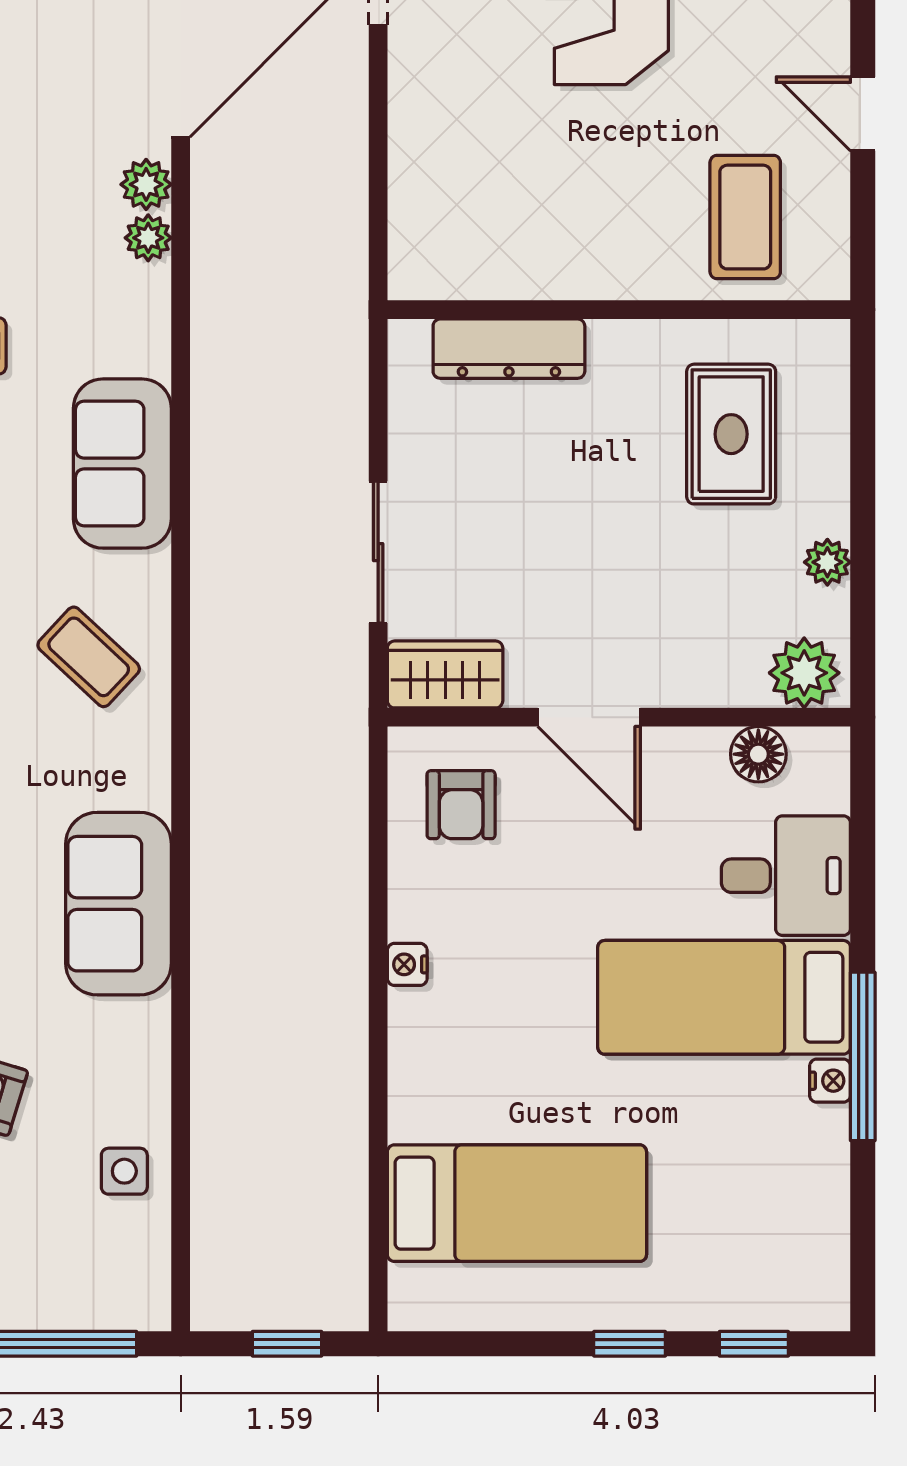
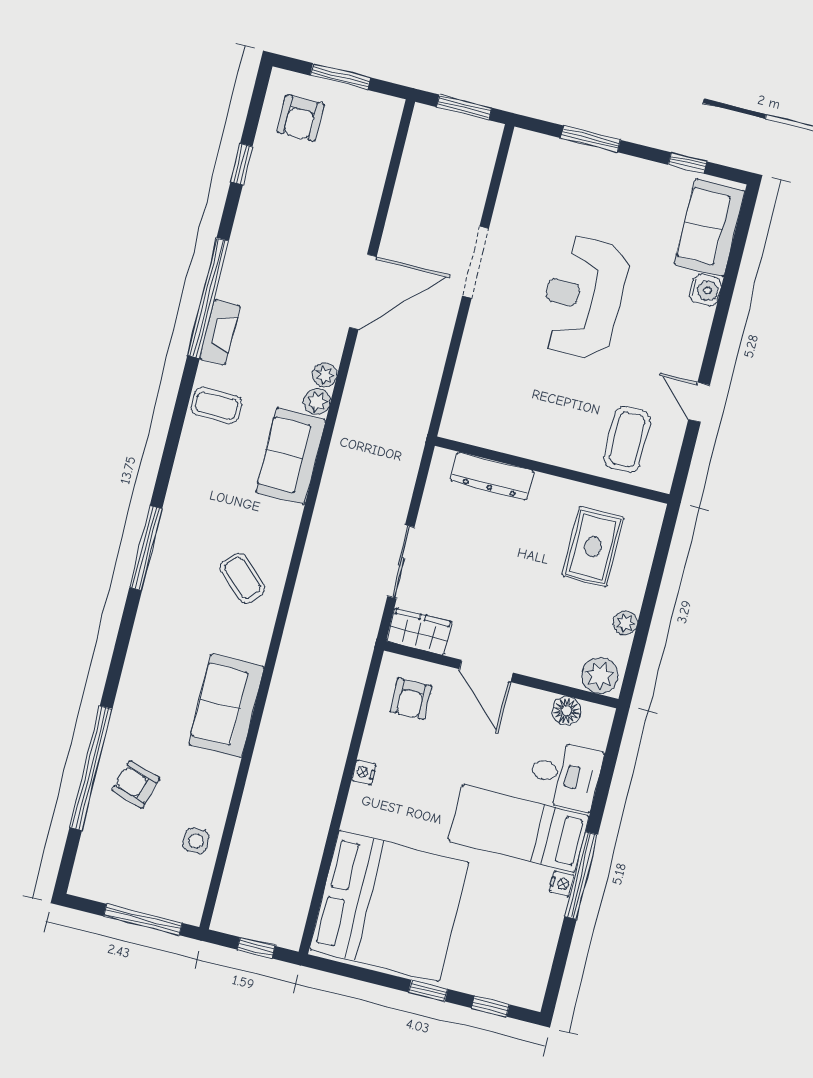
plant: (146, 184) -> (317, 402), moved
sofa: (122, 464) -> (291, 456), moved
bed: (517, 1203) -> (389, 906), width x2.04

